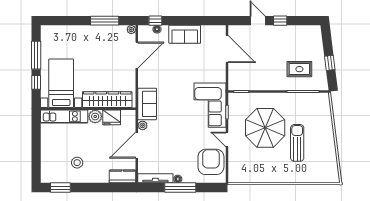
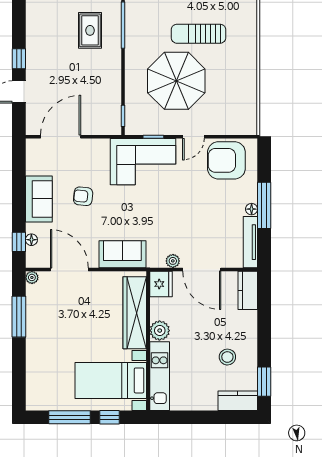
armchair: (187, 64) -> (83, 196), added
sofa: (147, 104) -> (122, 254), moved
fridge: (112, 117) -> (161, 284), moved
kitchen counter: (47, 170) -> (238, 401), added

